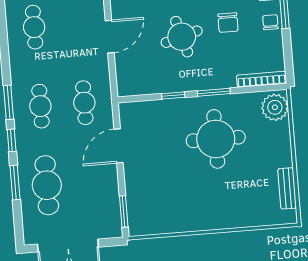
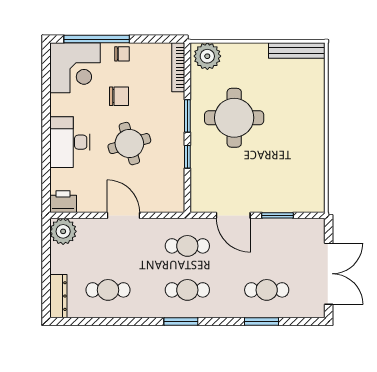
chair: (270, 22) -> (122, 54), turned 180
window: (12, 140) -> (219, 321), removed
cafe table: (47, 185) -> (267, 290), width x0.73, depth x0.74
bench: (287, 188) -> (297, 51), width x1.36
window: (124, 212) -> (278, 215), moved

